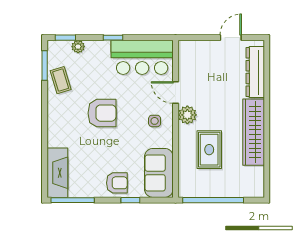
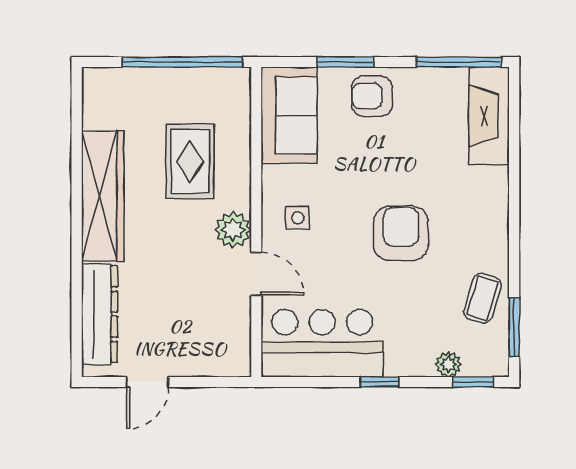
coffee table: (61, 80) -> (483, 298), turned 34
armchair: (102, 113) -> (401, 233), turned 90
window: (130, 200) -> (345, 62), width x1.50

